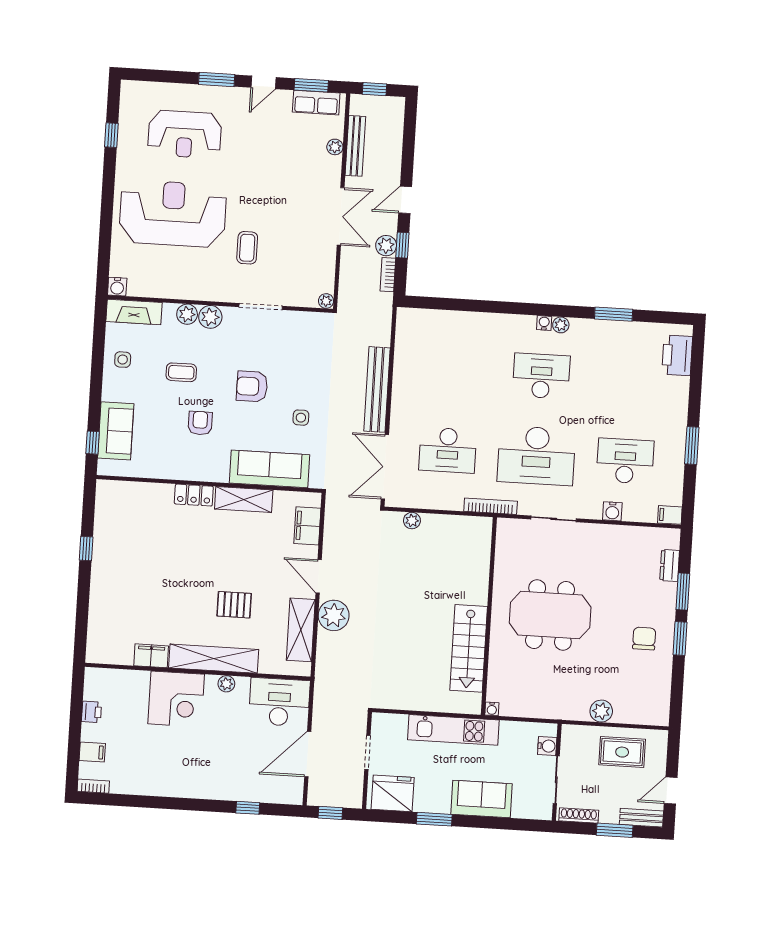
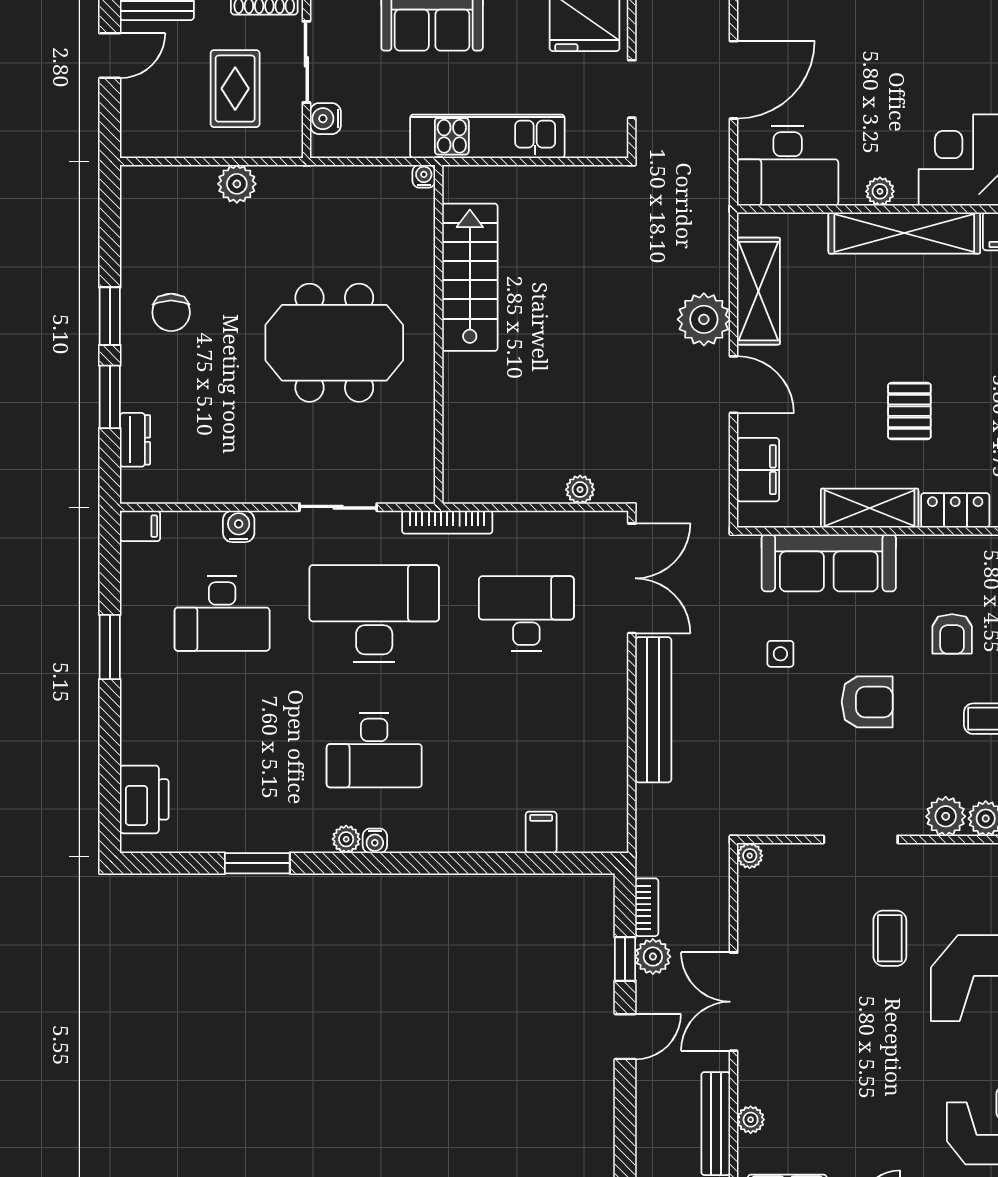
filing cabinet: (447, 322) -> (541, 832), added
pallet: (234, 605) -> (909, 411), moved, turned 90
rug: (622, 752) -> (235, 89), moved, turned 90

